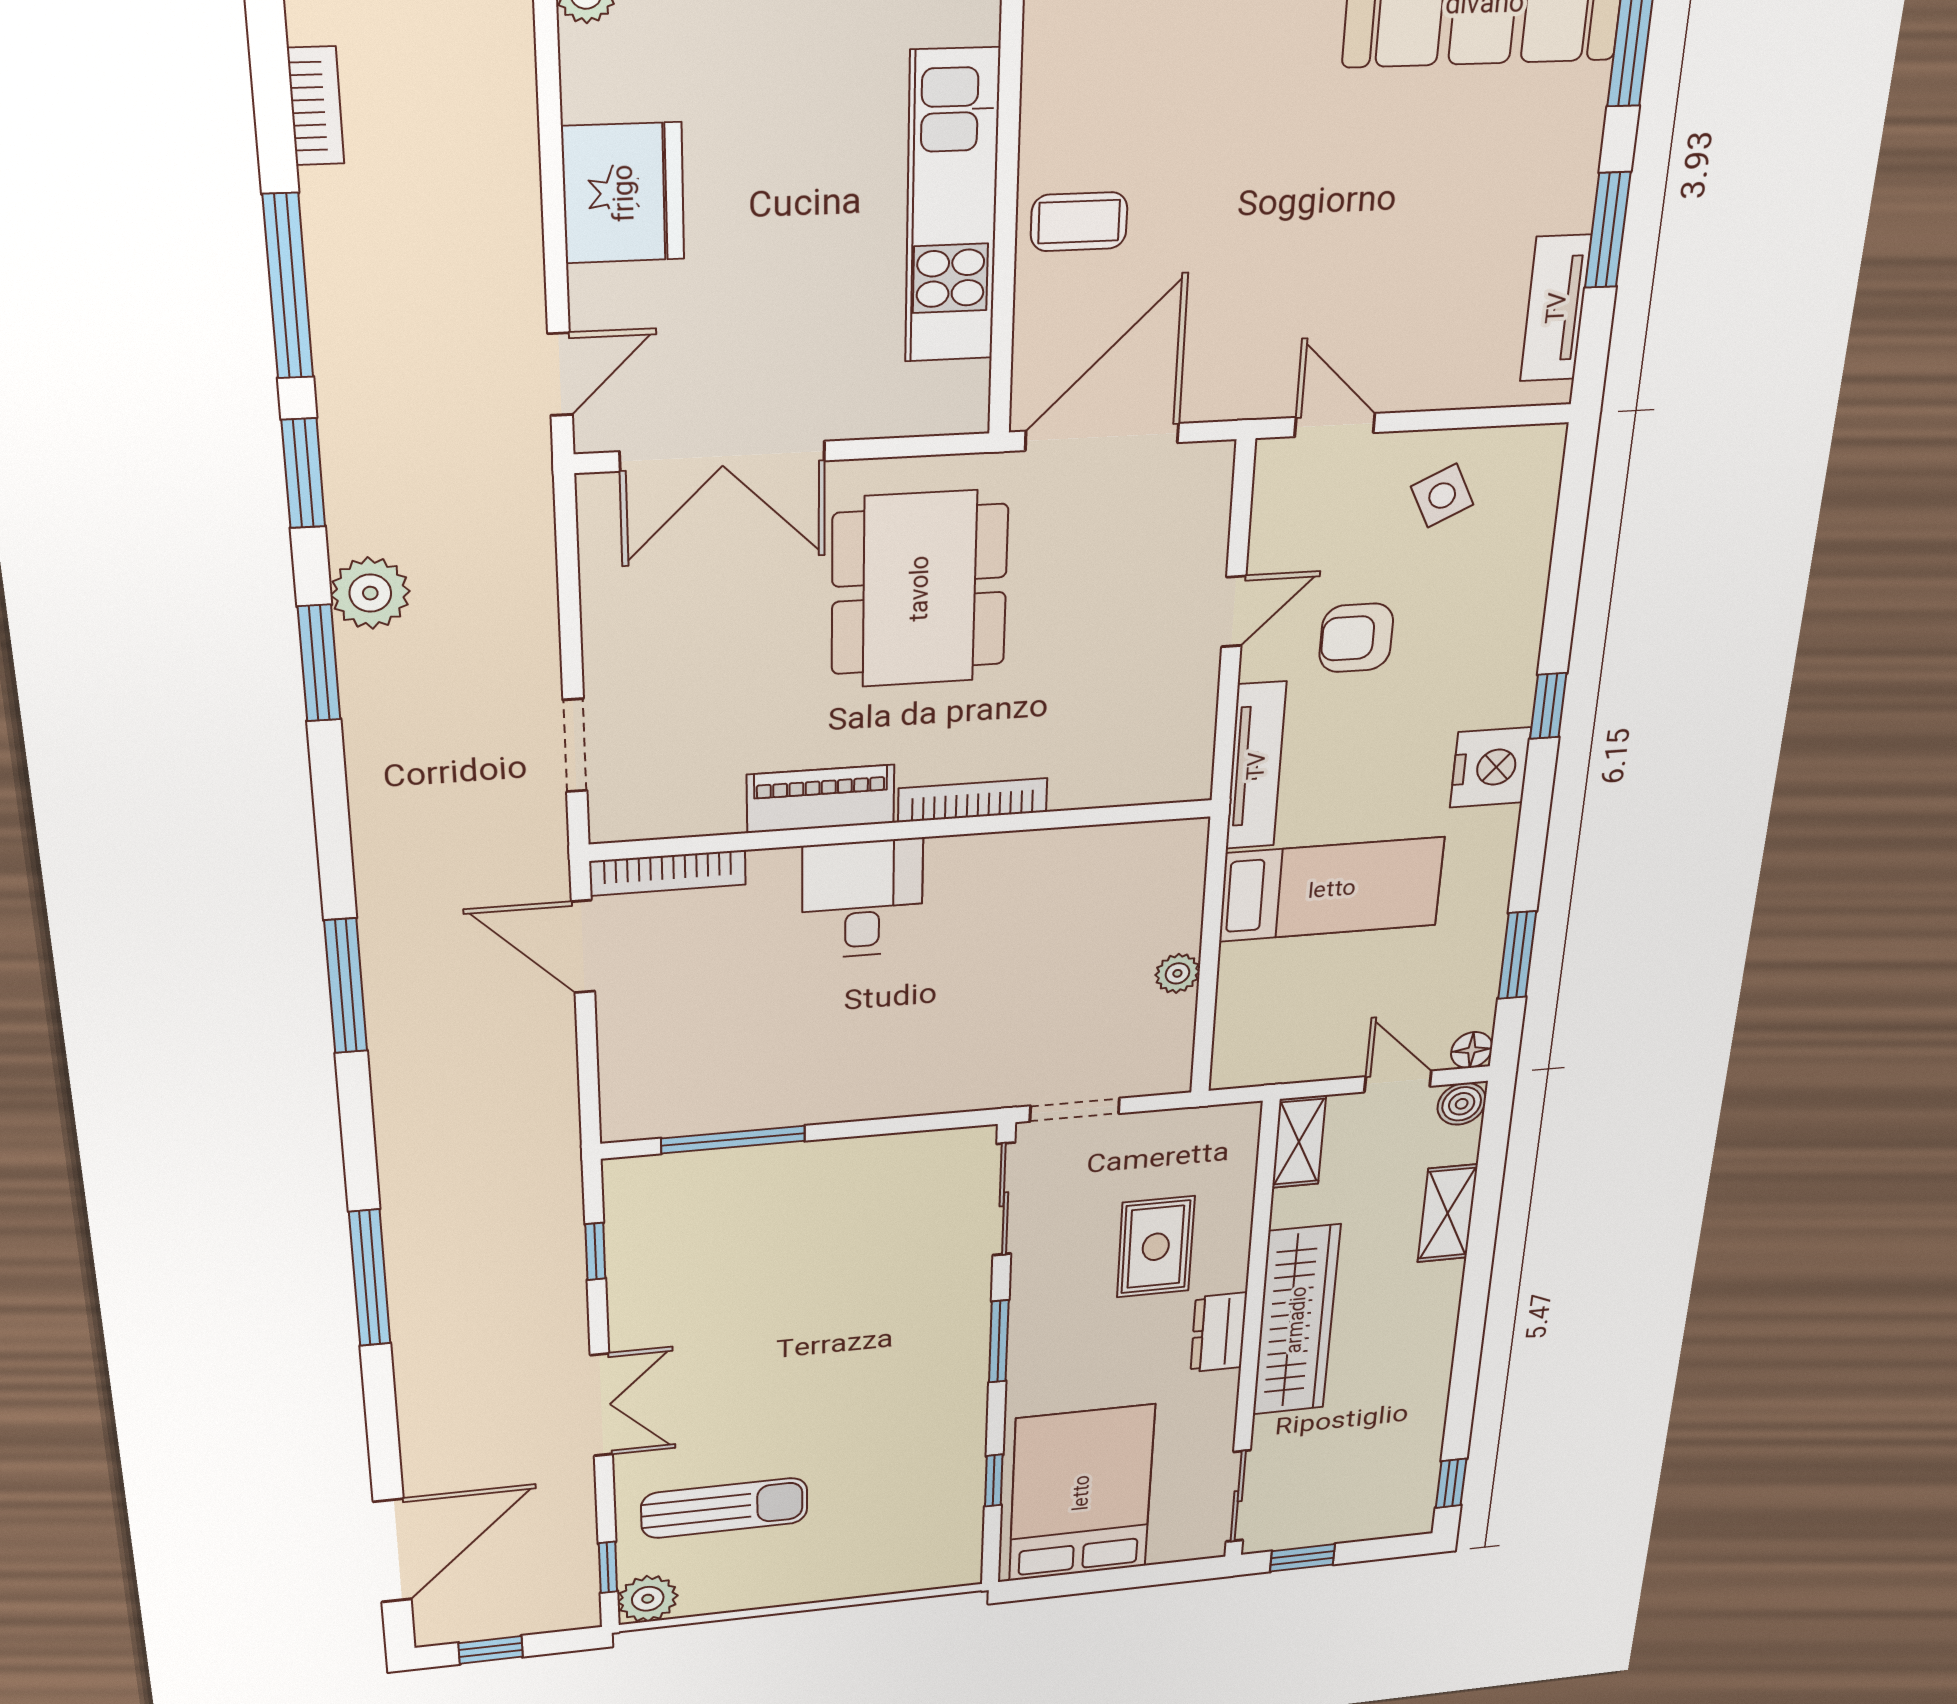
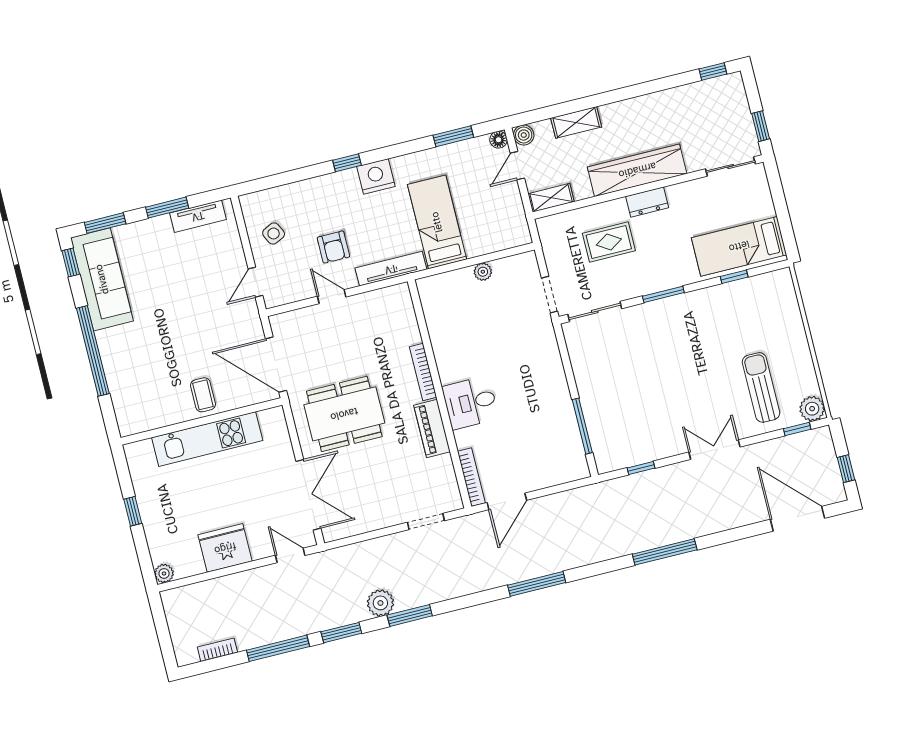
bed: (1081, 1493) -> (739, 246), width x0.67

